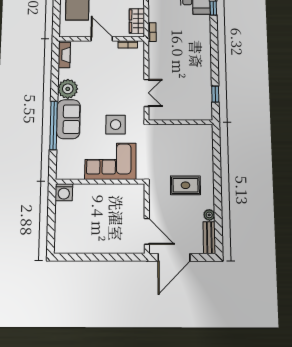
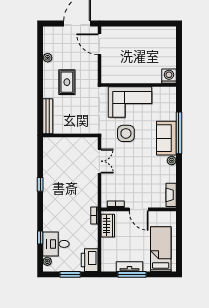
plant: (68, 89) -> (172, 161), width x0.53, depth x0.53
double door: (146, 93) -> (99, 161), swing flipped
window: (215, 94) -> (40, 184), moved
rug: (185, 185) -> (67, 82), turned 90
bench: (209, 238) -> (48, 116), moved, width x1.36

